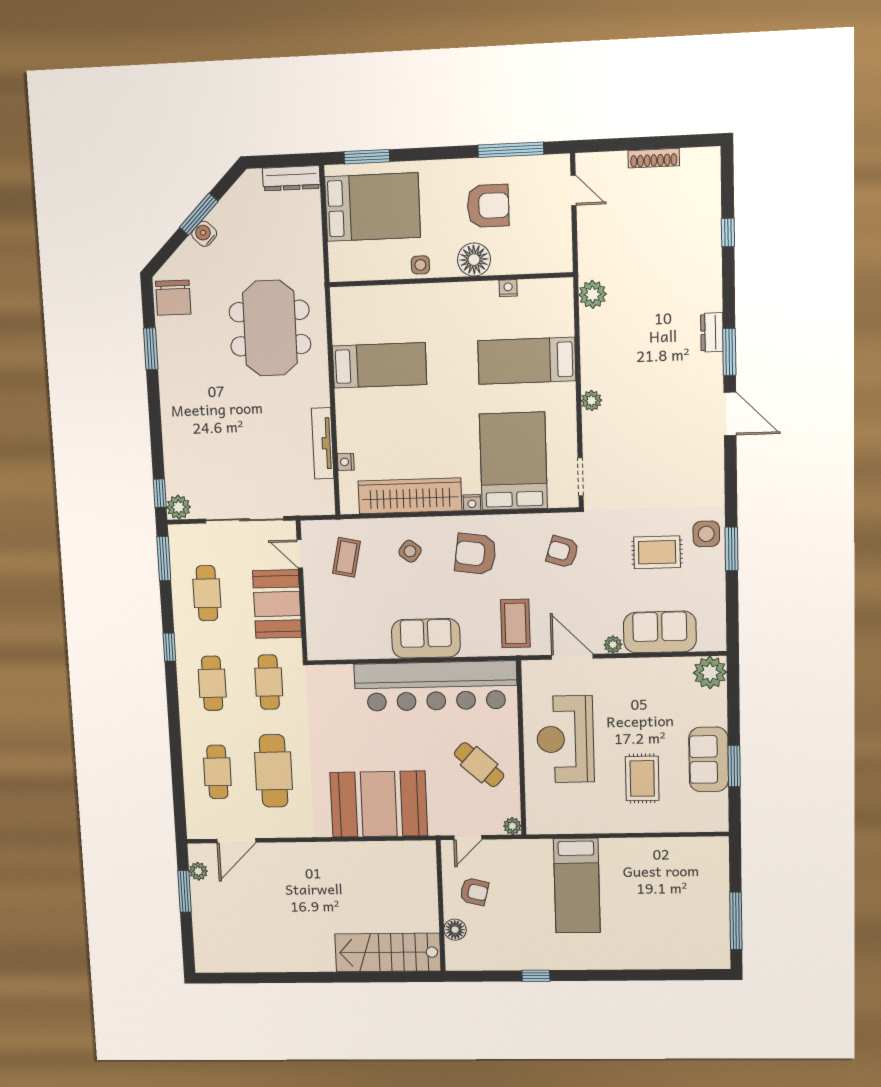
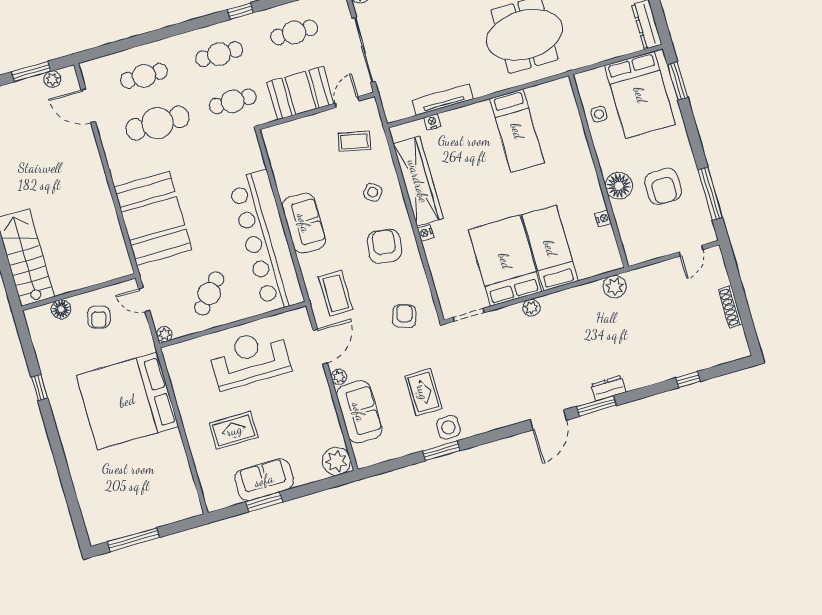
side table: (420, 265) -> (599, 114), moved
bed: (513, 461) -> (505, 261), moved, turned -90
coffee table: (515, 623) -> (336, 293), turned 90
bed: (577, 886) -> (127, 401), width x2.04

